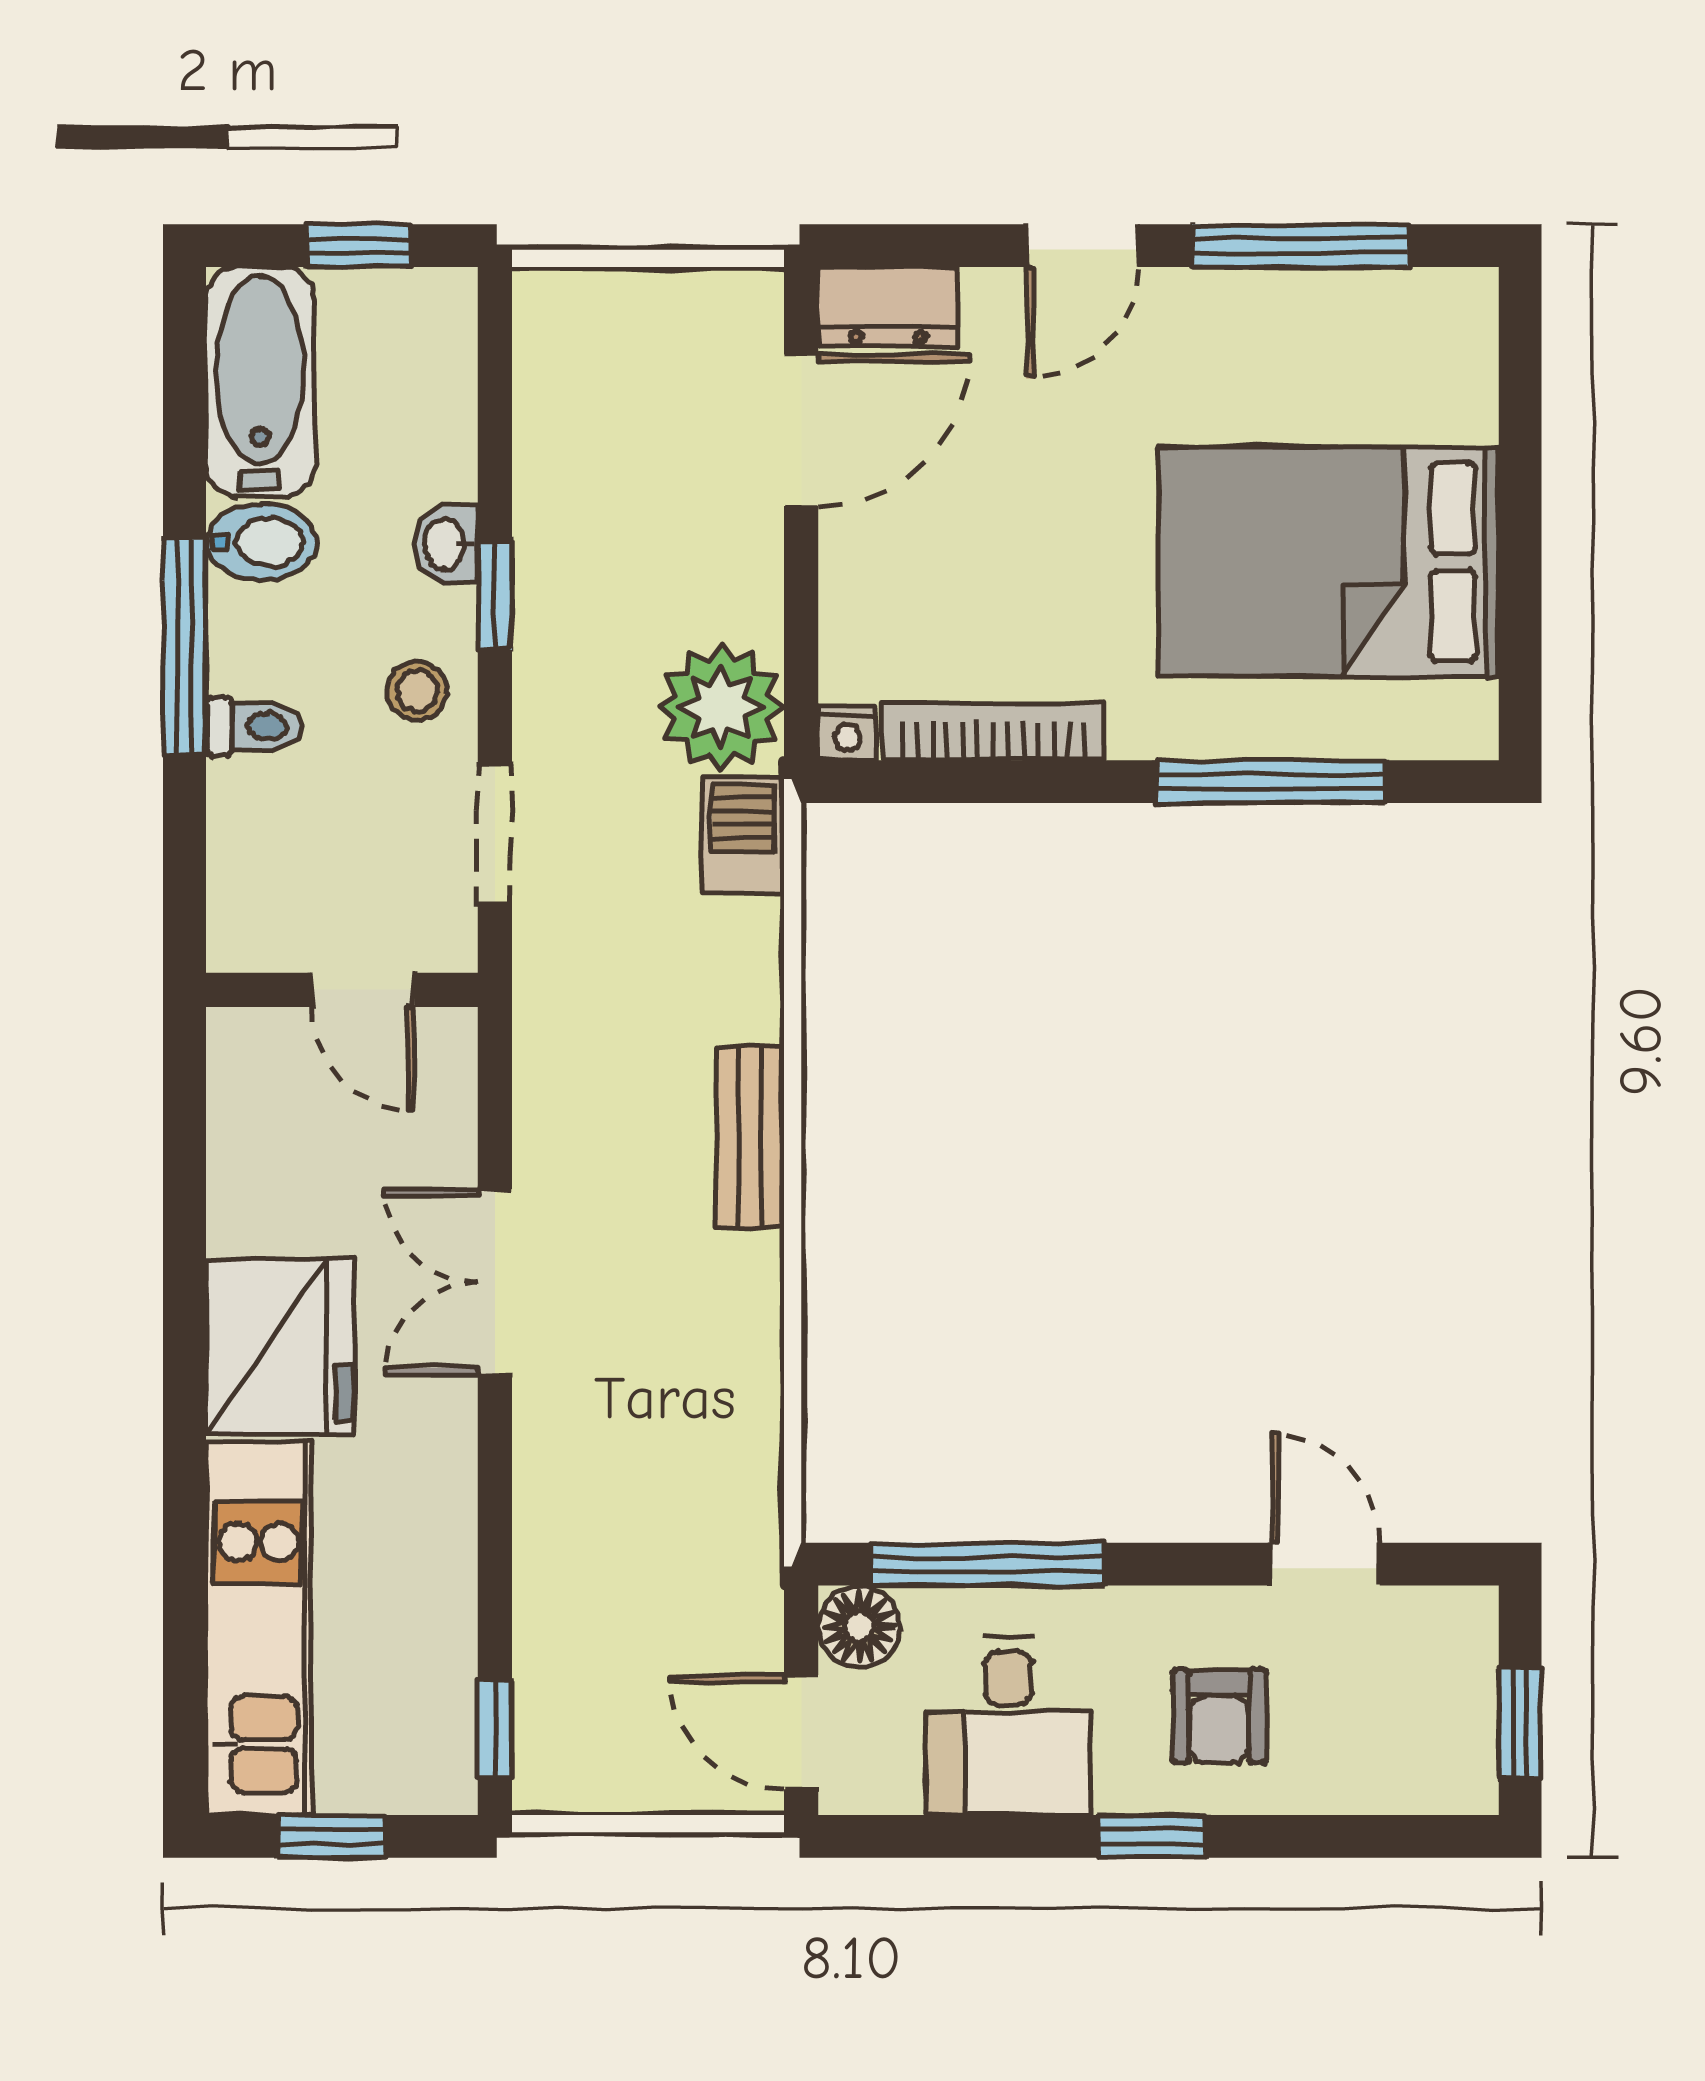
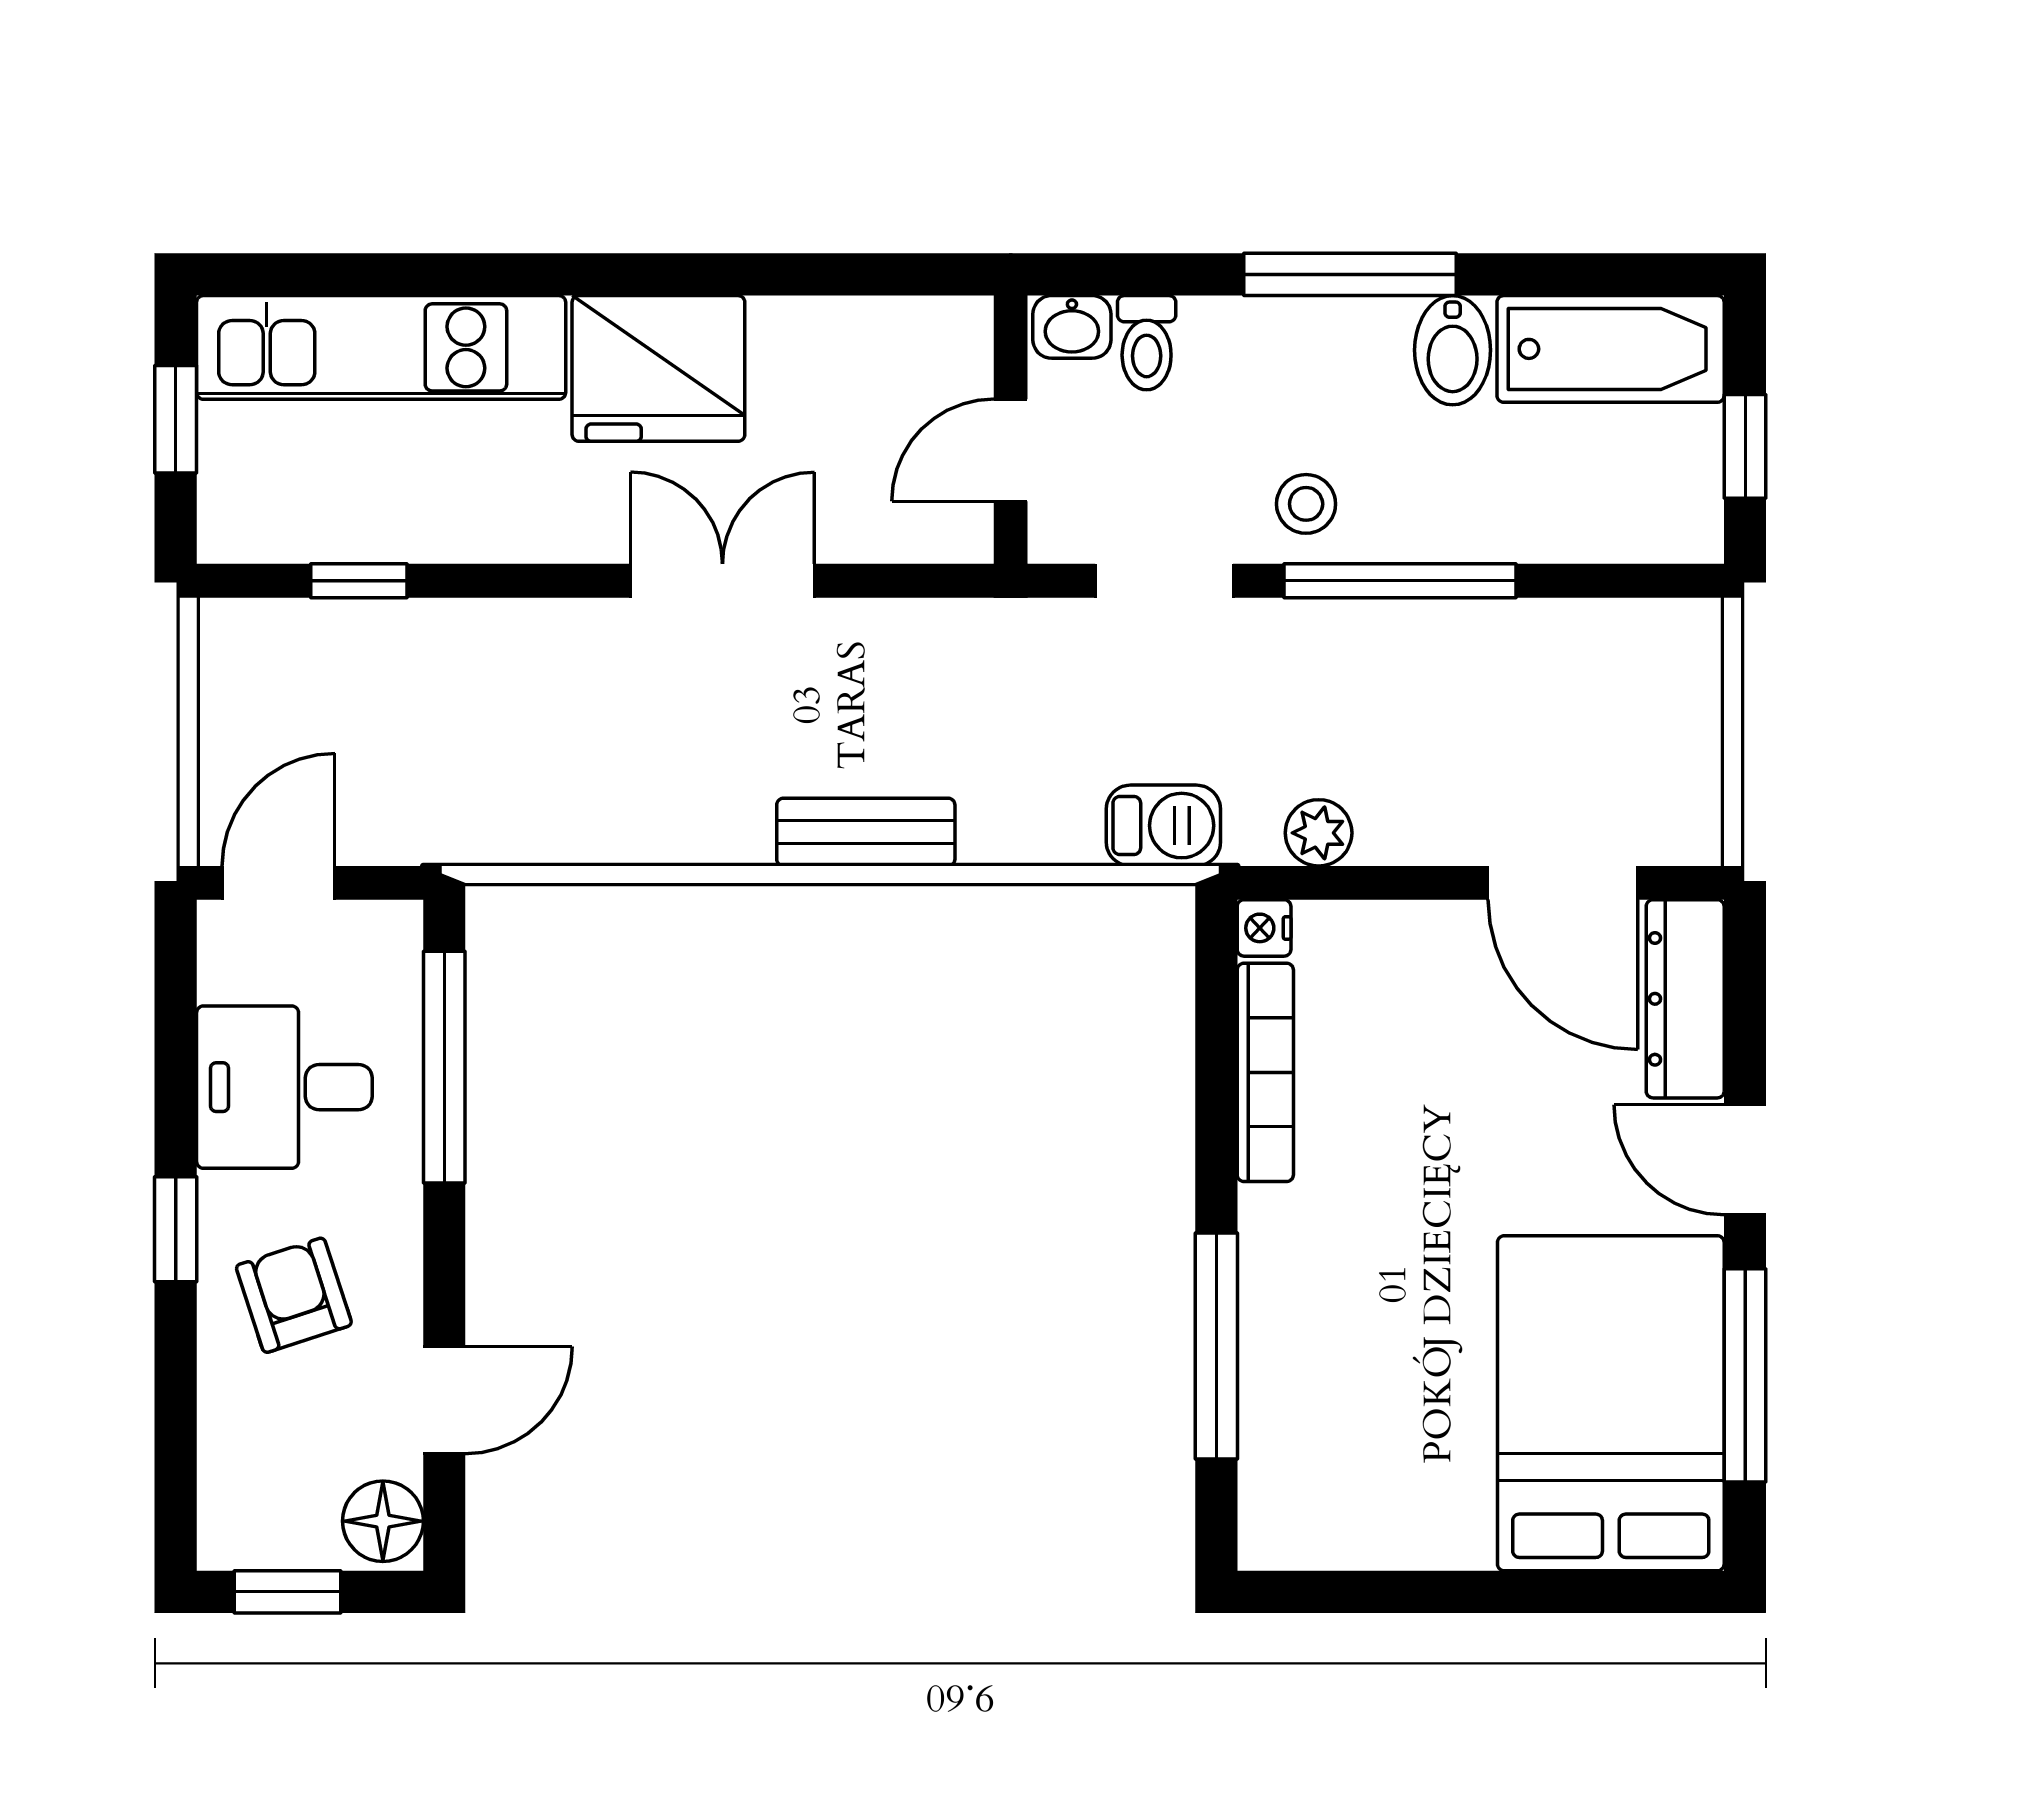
dresser: (888, 306) -> (1685, 999), width x1.44
washbasin: (446, 544) -> (1072, 327), moved, turned 180
bed: (1329, 562) -> (1611, 1403), moved
window: (495, 595) -> (1400, 581), width x2.17
plant: (721, 707) -> (1319, 833), width x0.53, depth x0.53
toilet: (254, 726) -> (1147, 343), moved
floor lamp: (859, 1626) -> (383, 1521), moved
armchair: (1219, 1717) -> (294, 1295), turned 72
window: (495, 1729) -> (359, 581), moved

